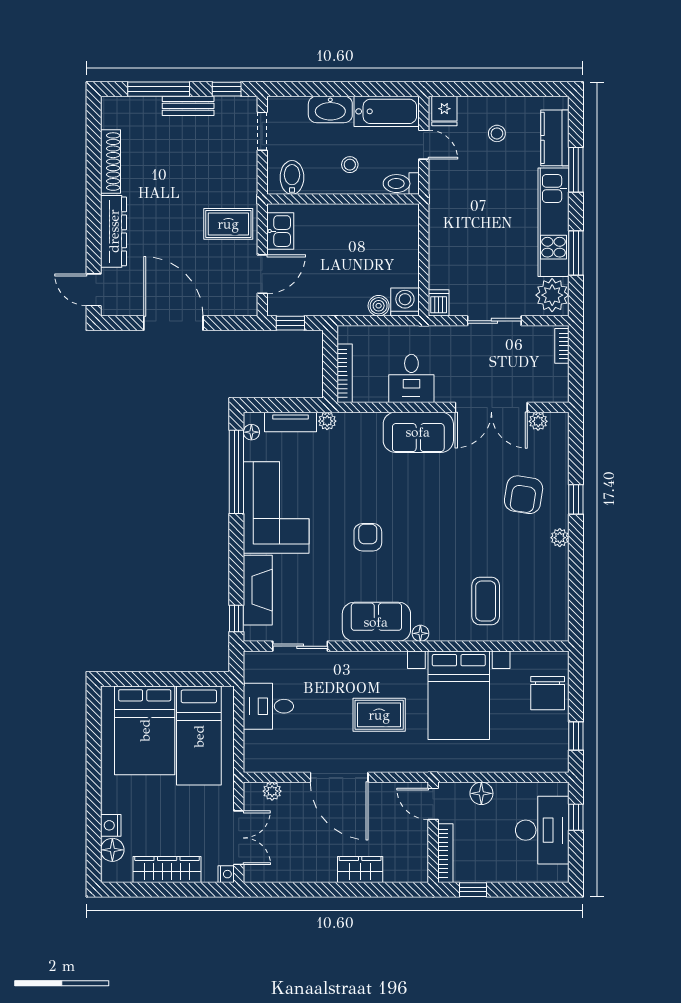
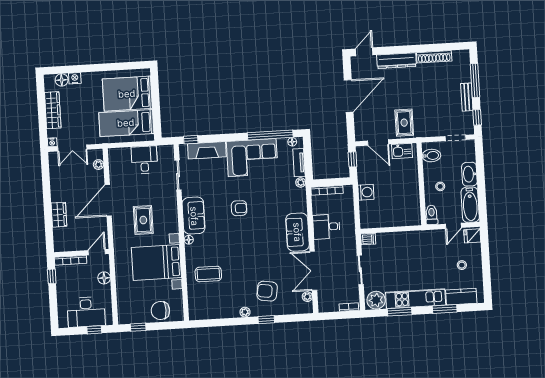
washing machine: (405, 302) -> (366, 192), moved
boiler: (379, 306) -> (365, 207), removed

